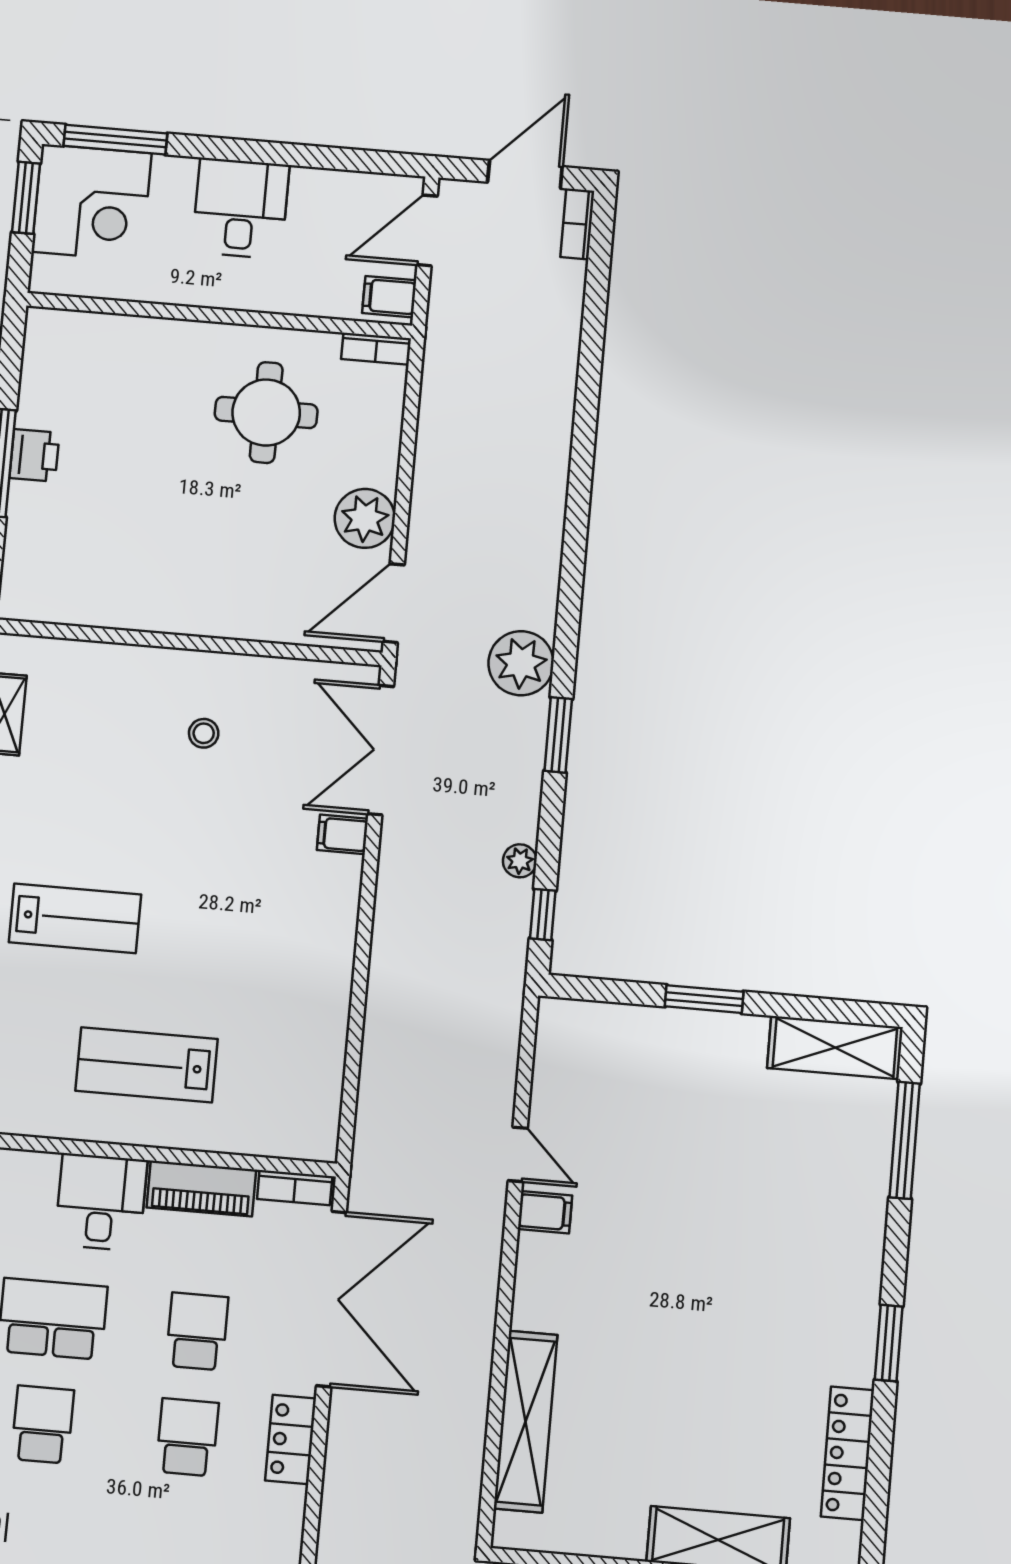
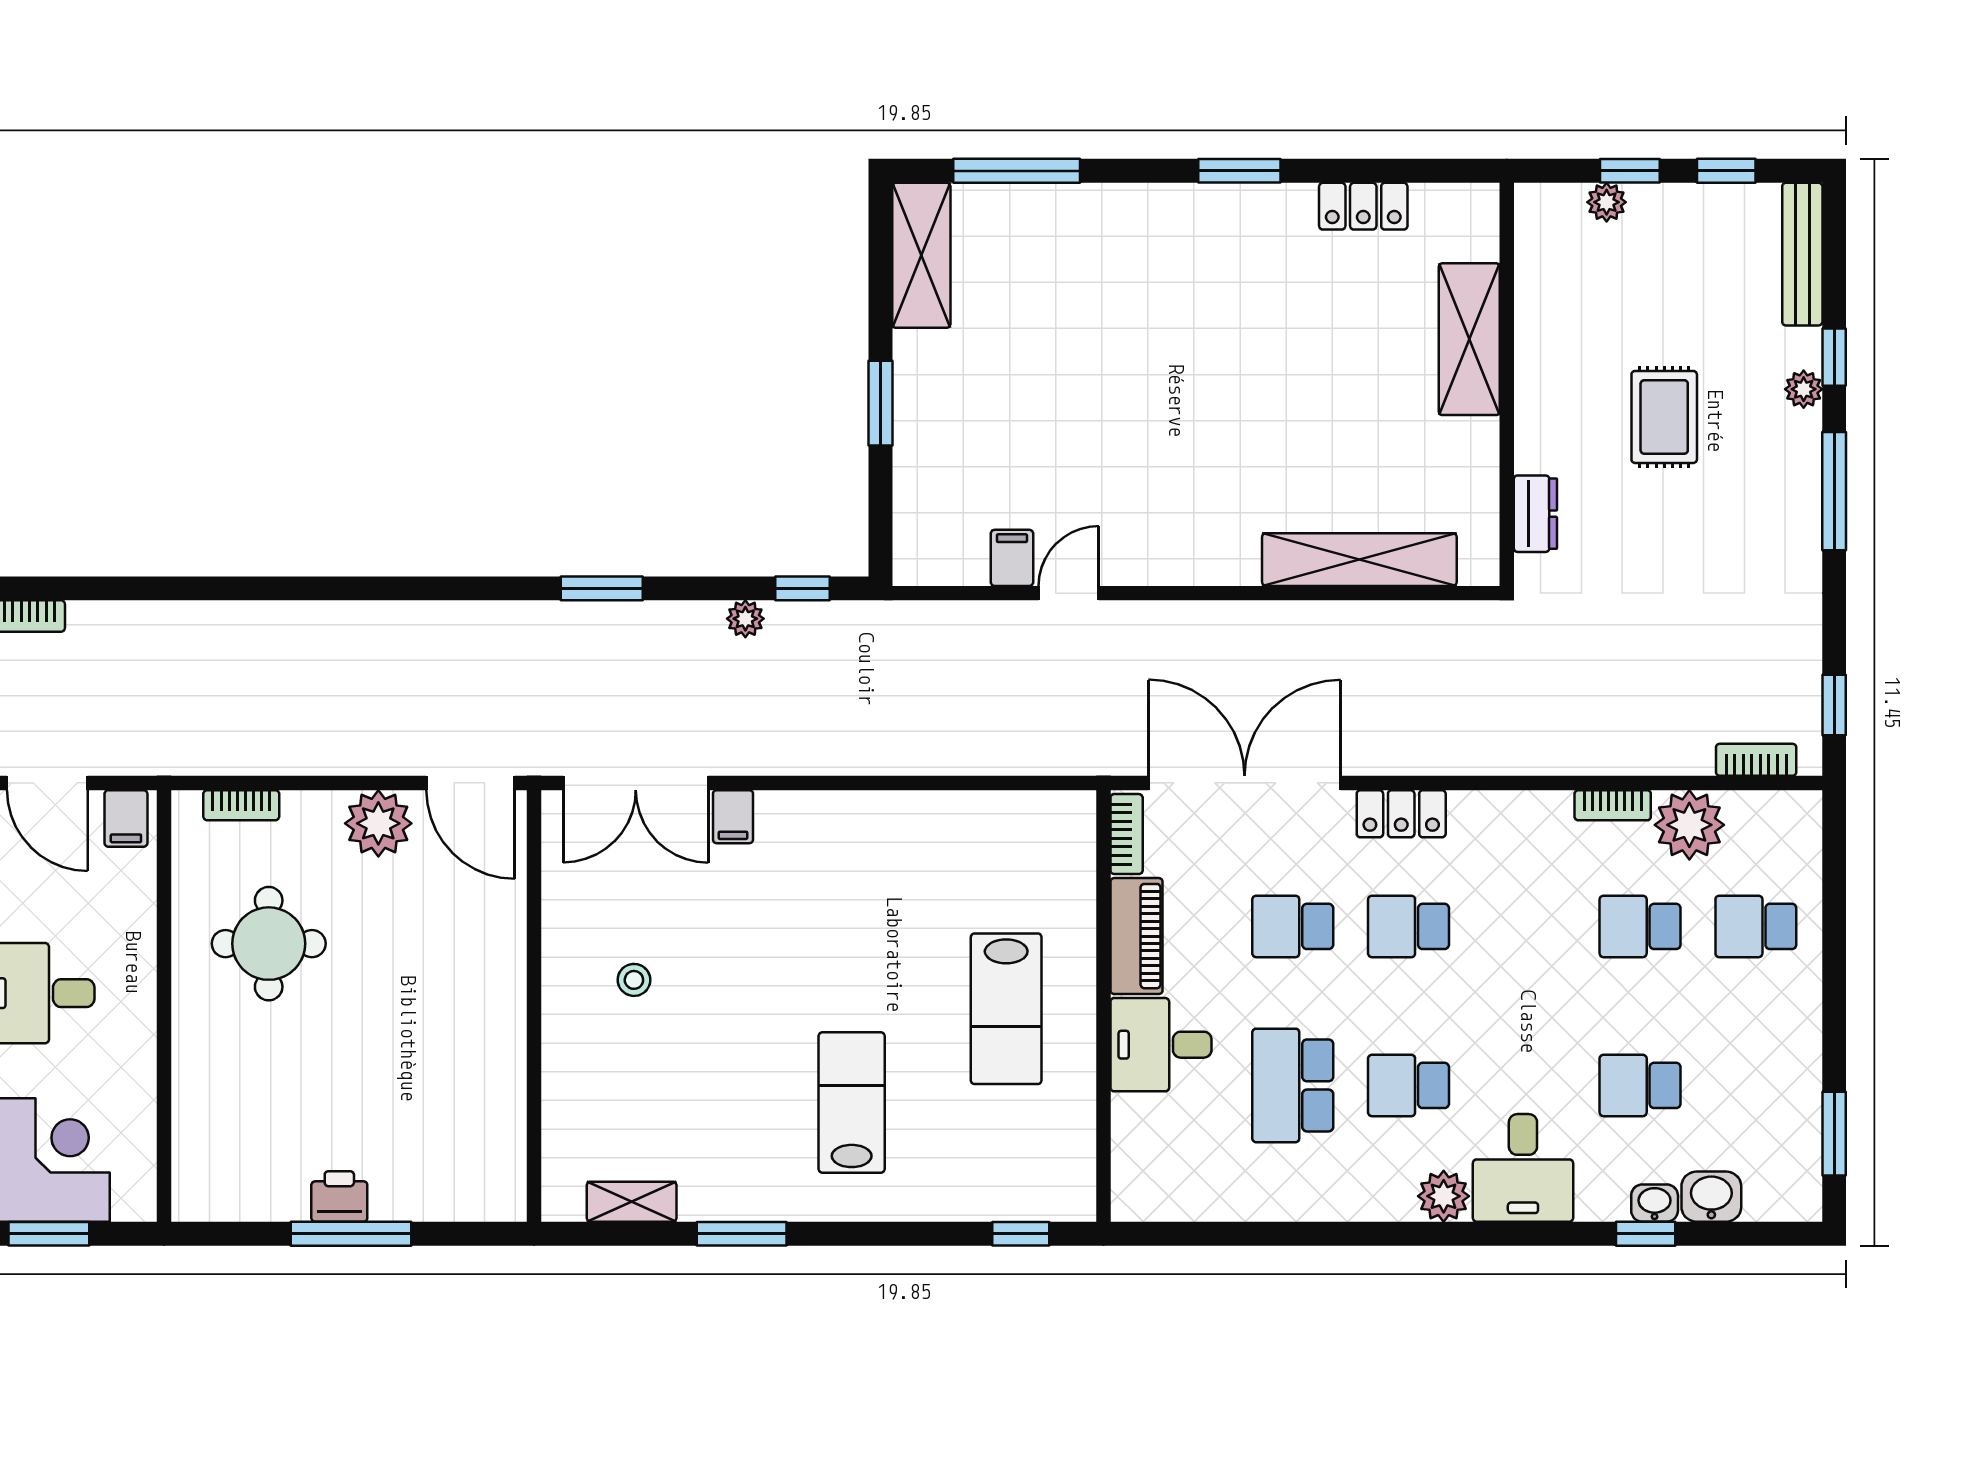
bookcase: (376, 349) -> (241, 805), moved, turned 90
plant: (521, 663) -> (525, 636), removed
filing cabinet: (545, 1212) -> (1012, 558), moved
locker: (847, 1453) -> (1363, 206), width x0.66

